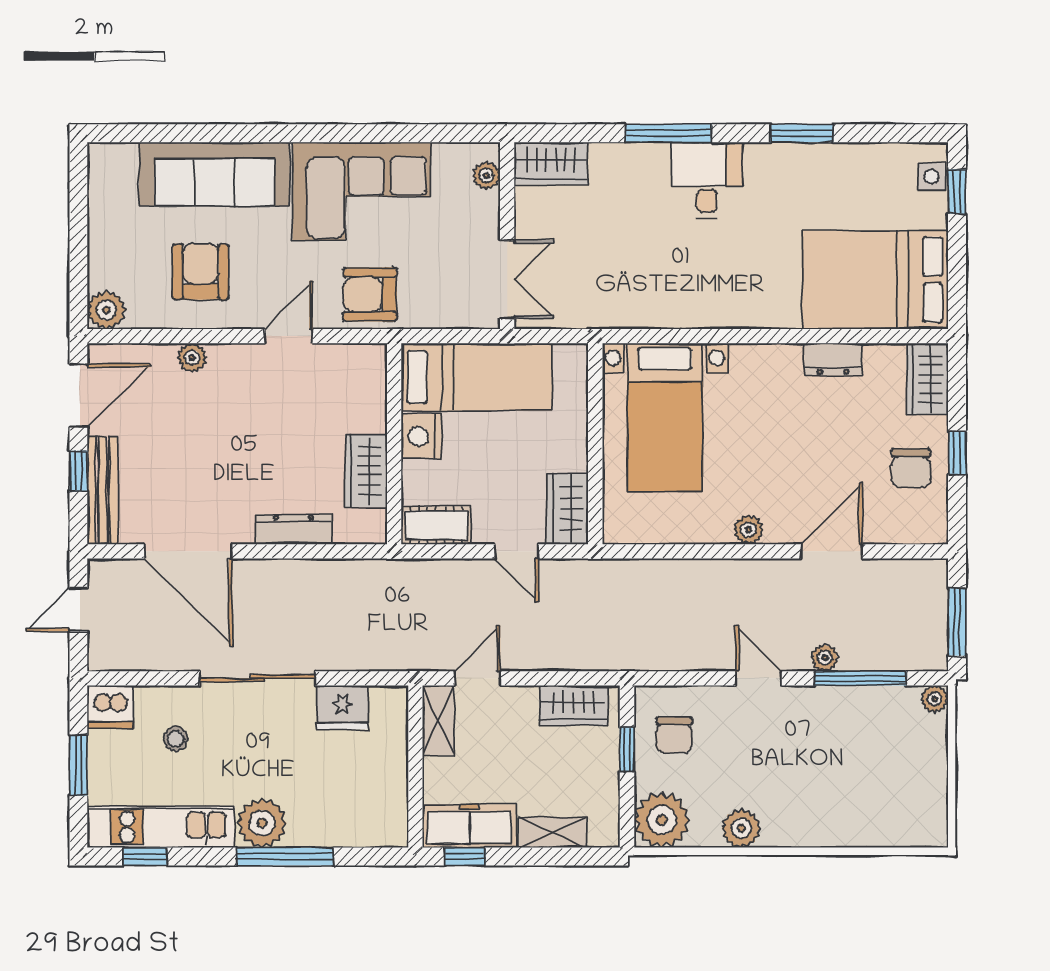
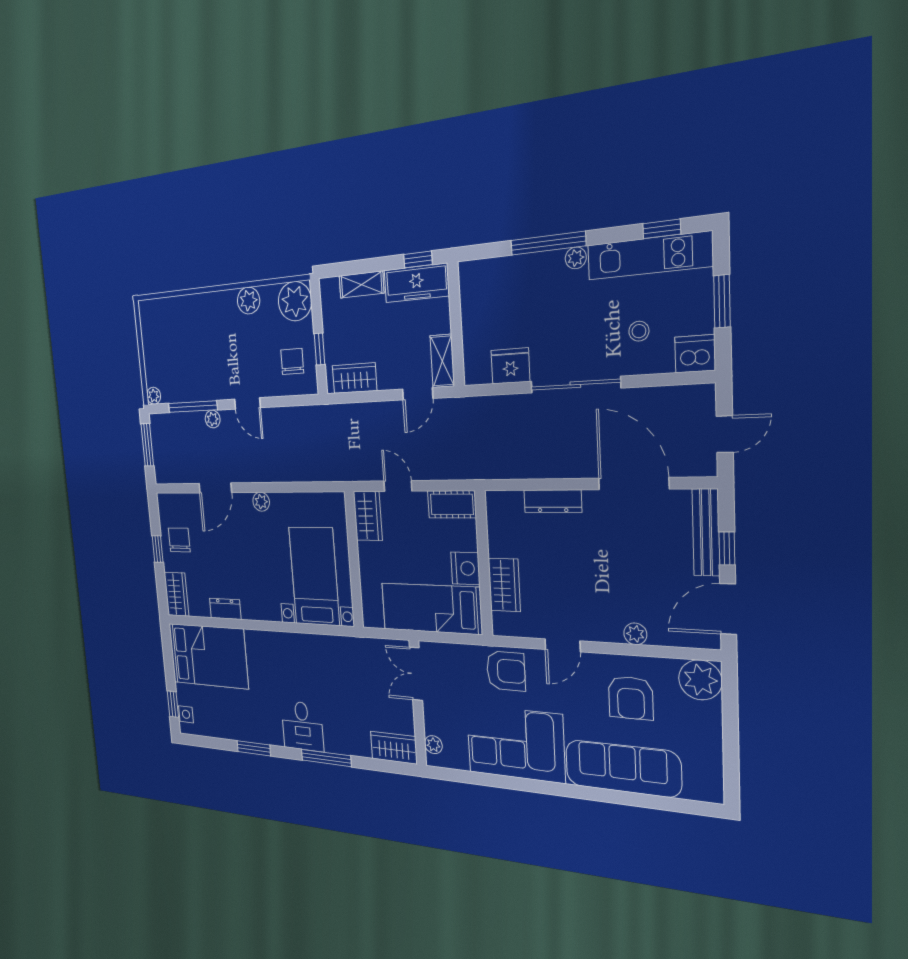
plant: (106, 310) -> (700, 680), width x1.36, depth x1.36
wardrobe: (366, 471) -> (504, 585), moved
plant: (262, 823) -> (576, 258), width x0.53, depth x0.53

